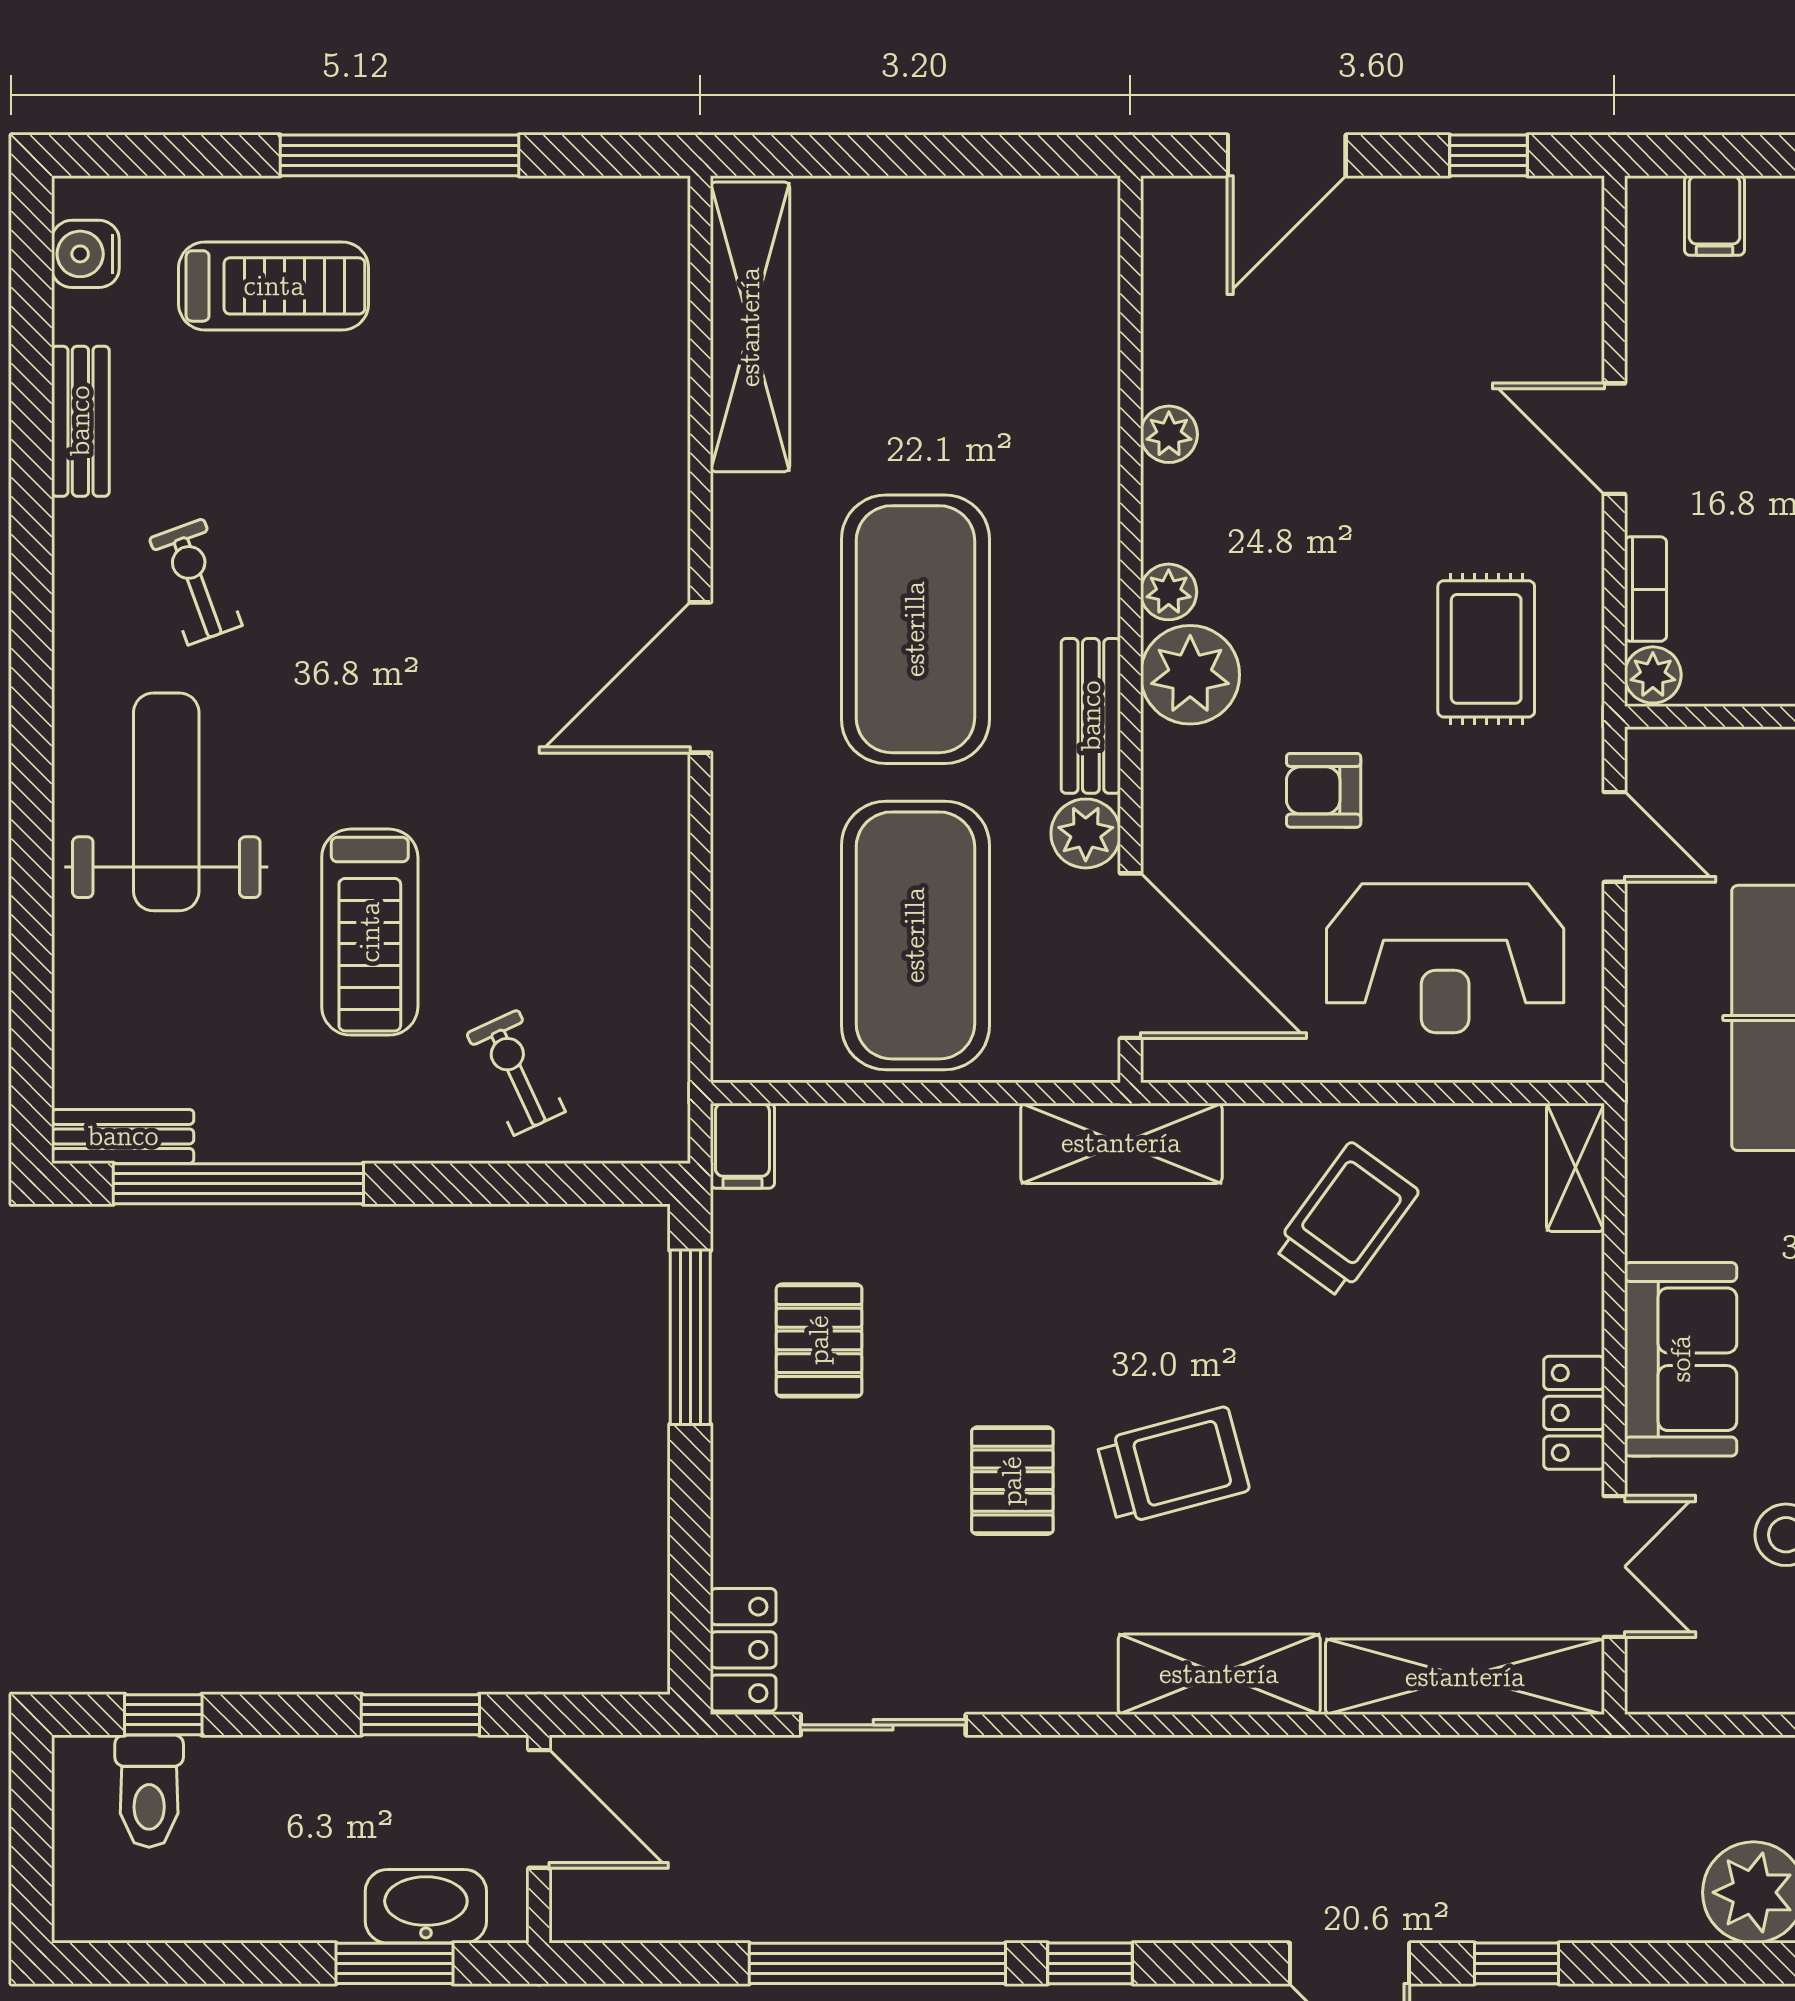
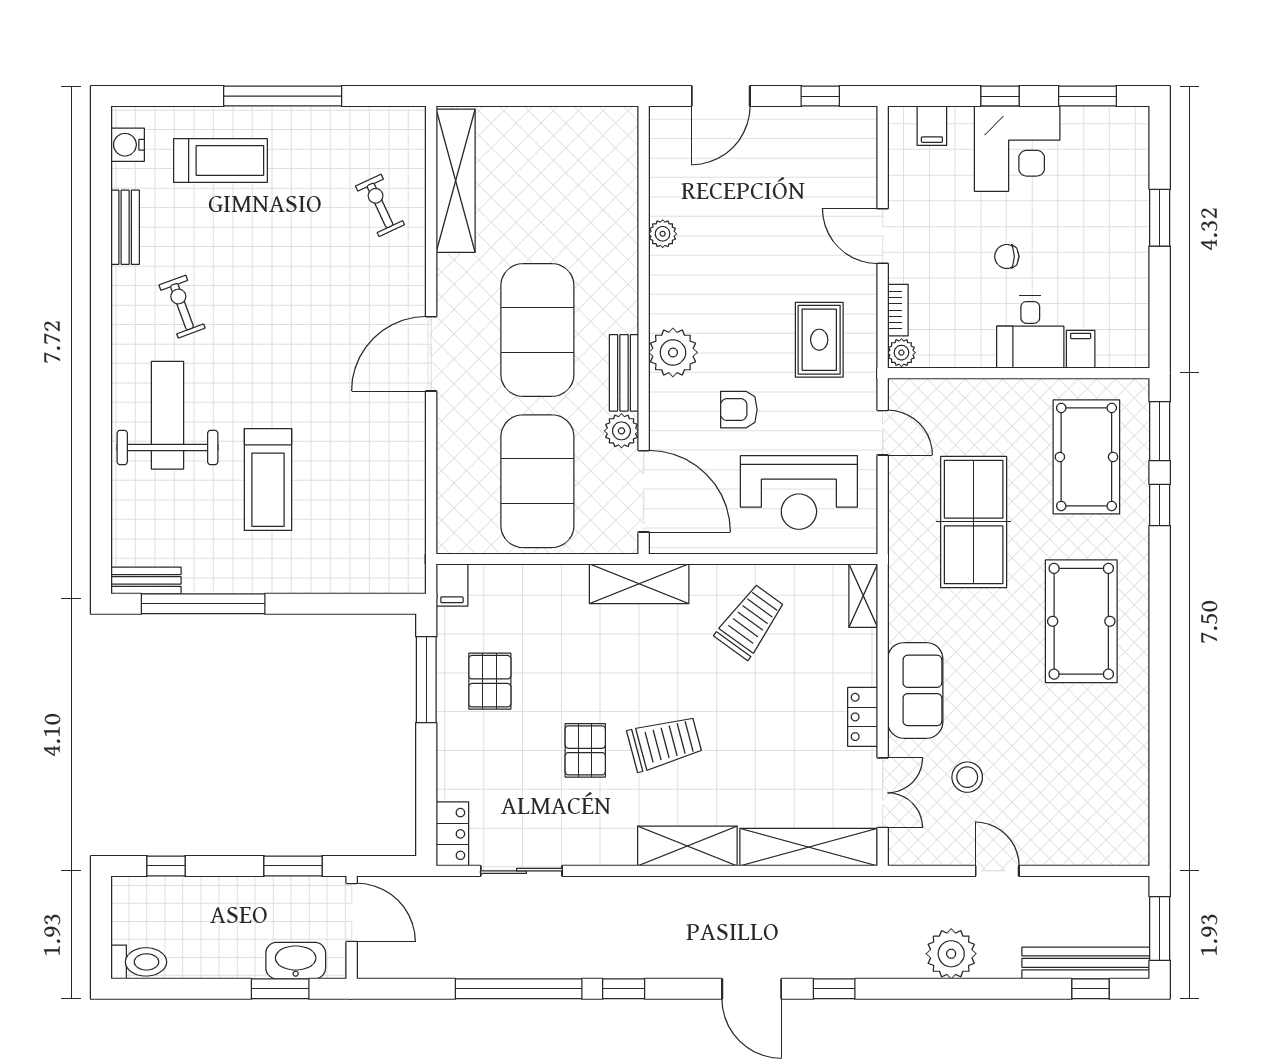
plant: (1169, 592) -> (662, 312), removed
exercise bike: (516, 1073) -> (380, 205), moved
toilet: (149, 1791) -> (139, 962), moved, turned -90

